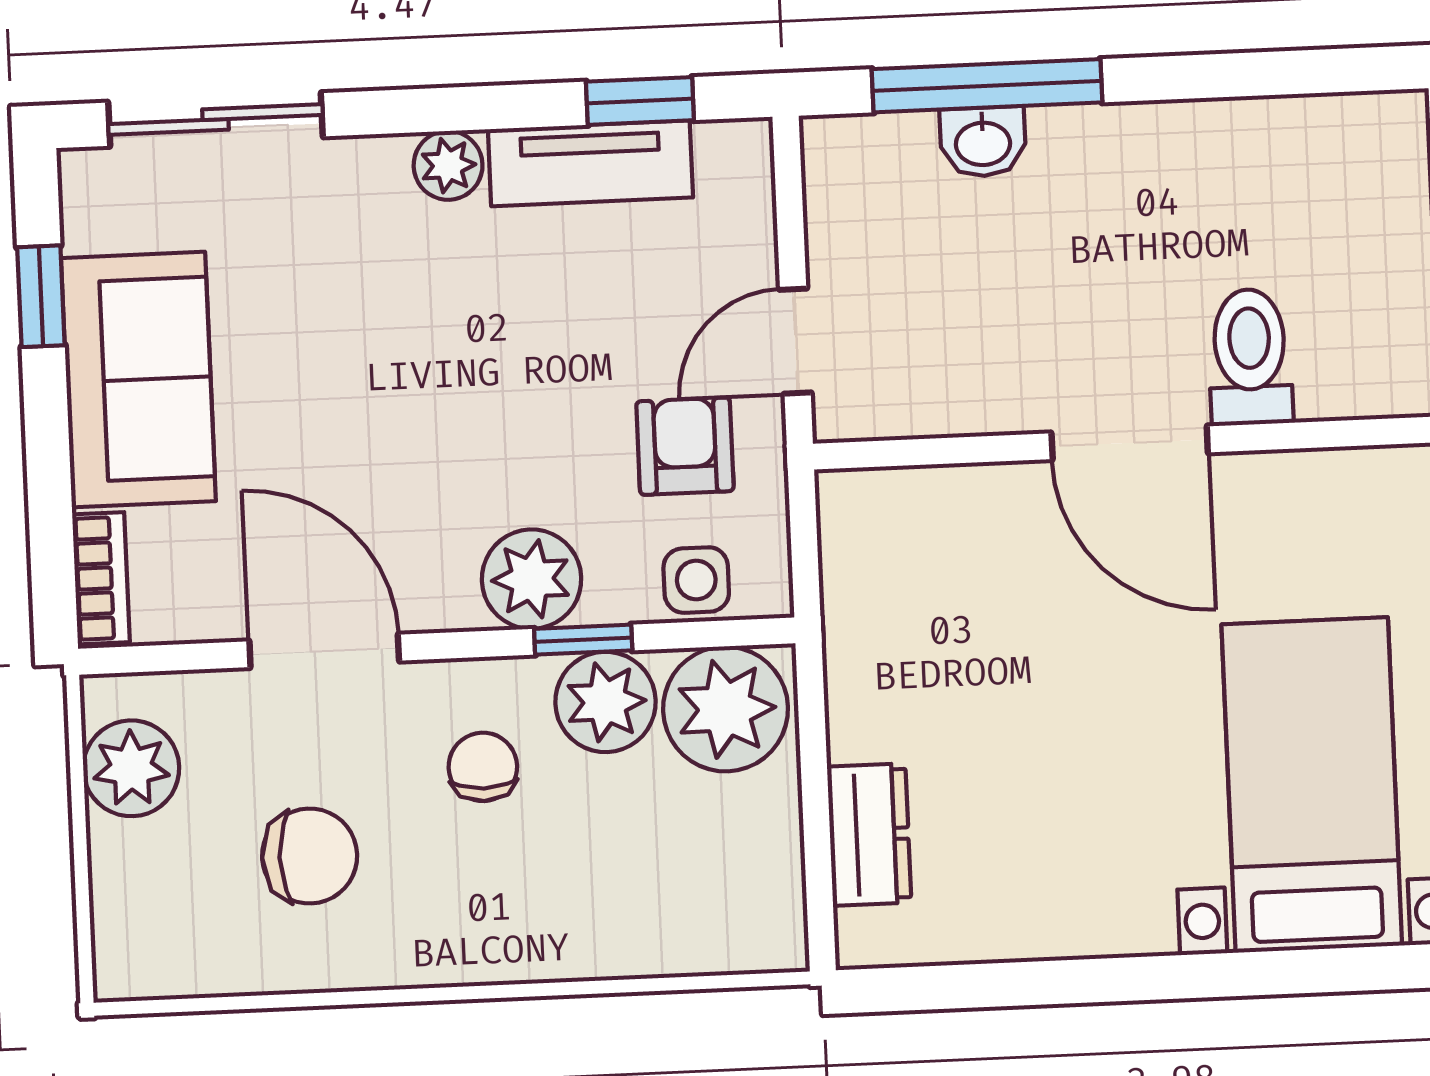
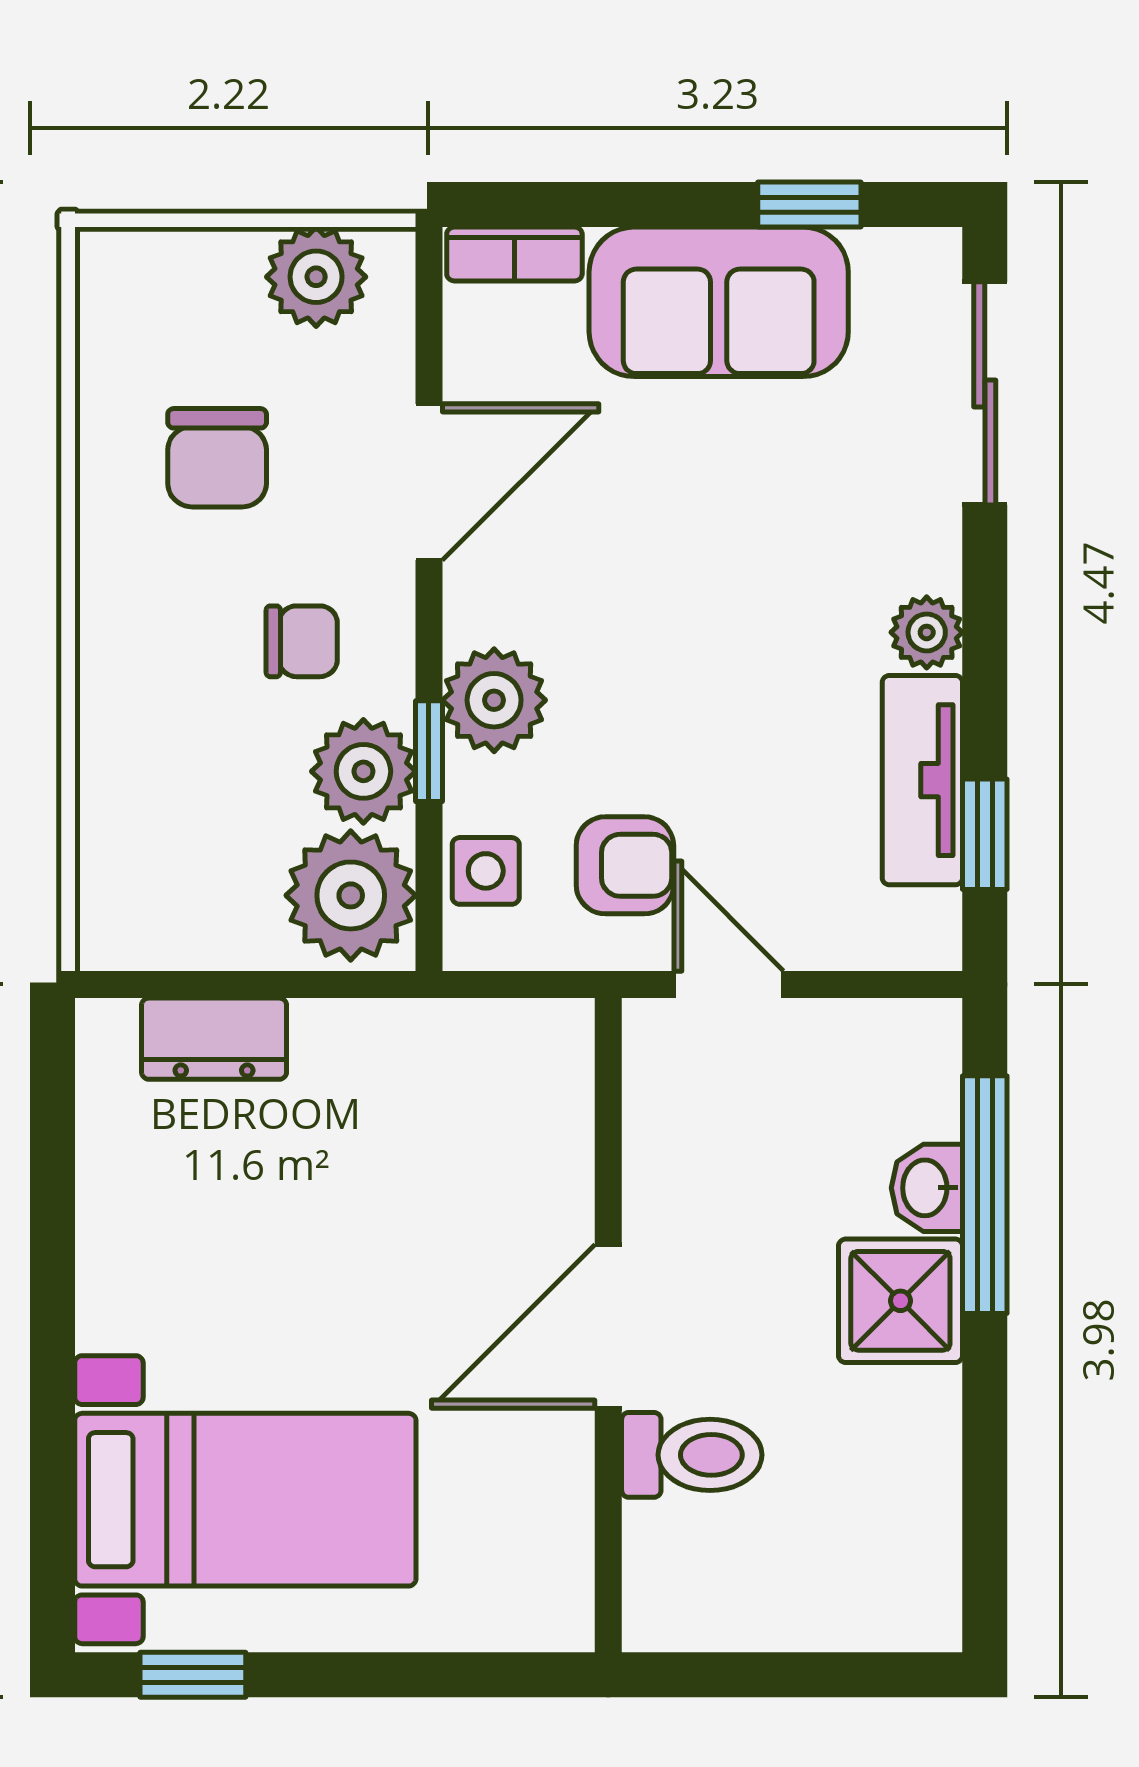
shower: (1093, 163) -> (900, 1301), added

